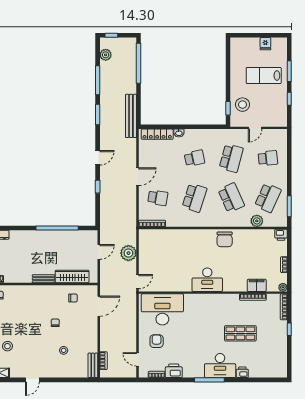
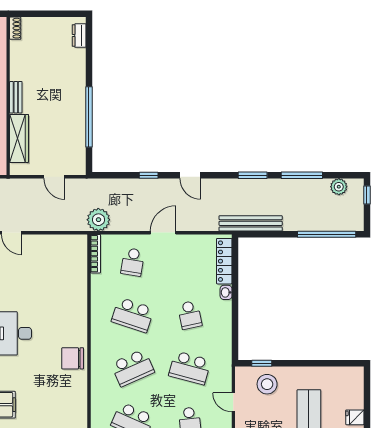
door: (137, 177) -> (163, 233), swing flipped
plant: (257, 221) -> (99, 405), removed
plant: (128, 253) -> (98, 220), moved

